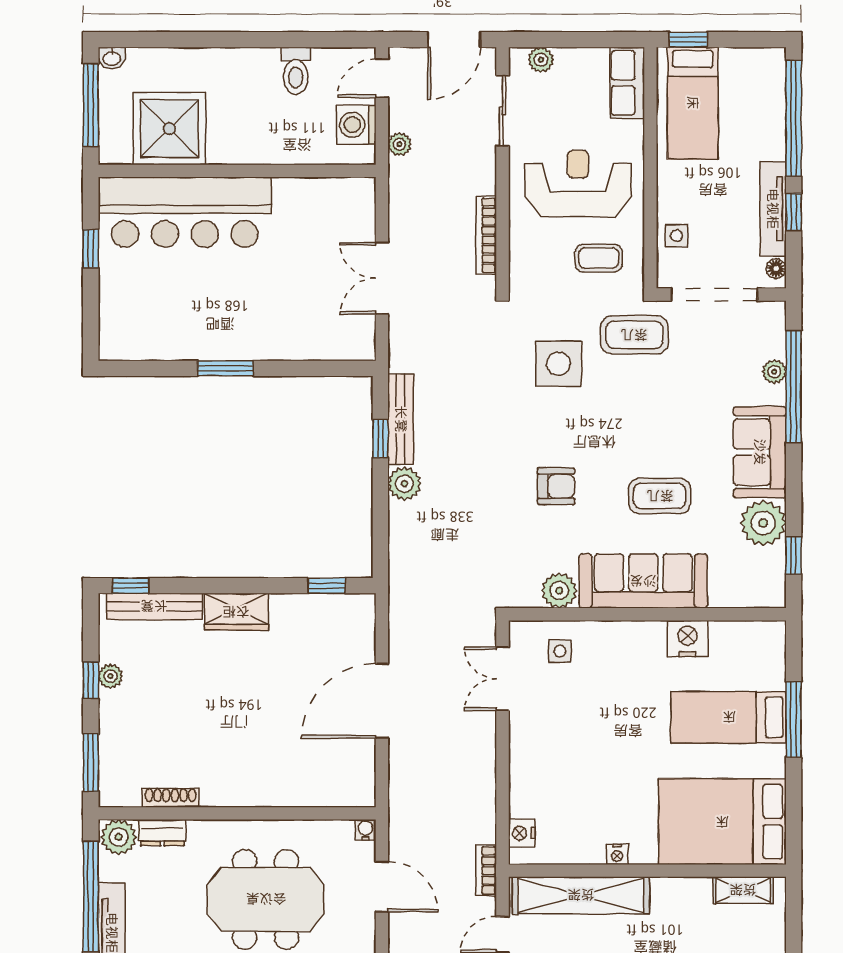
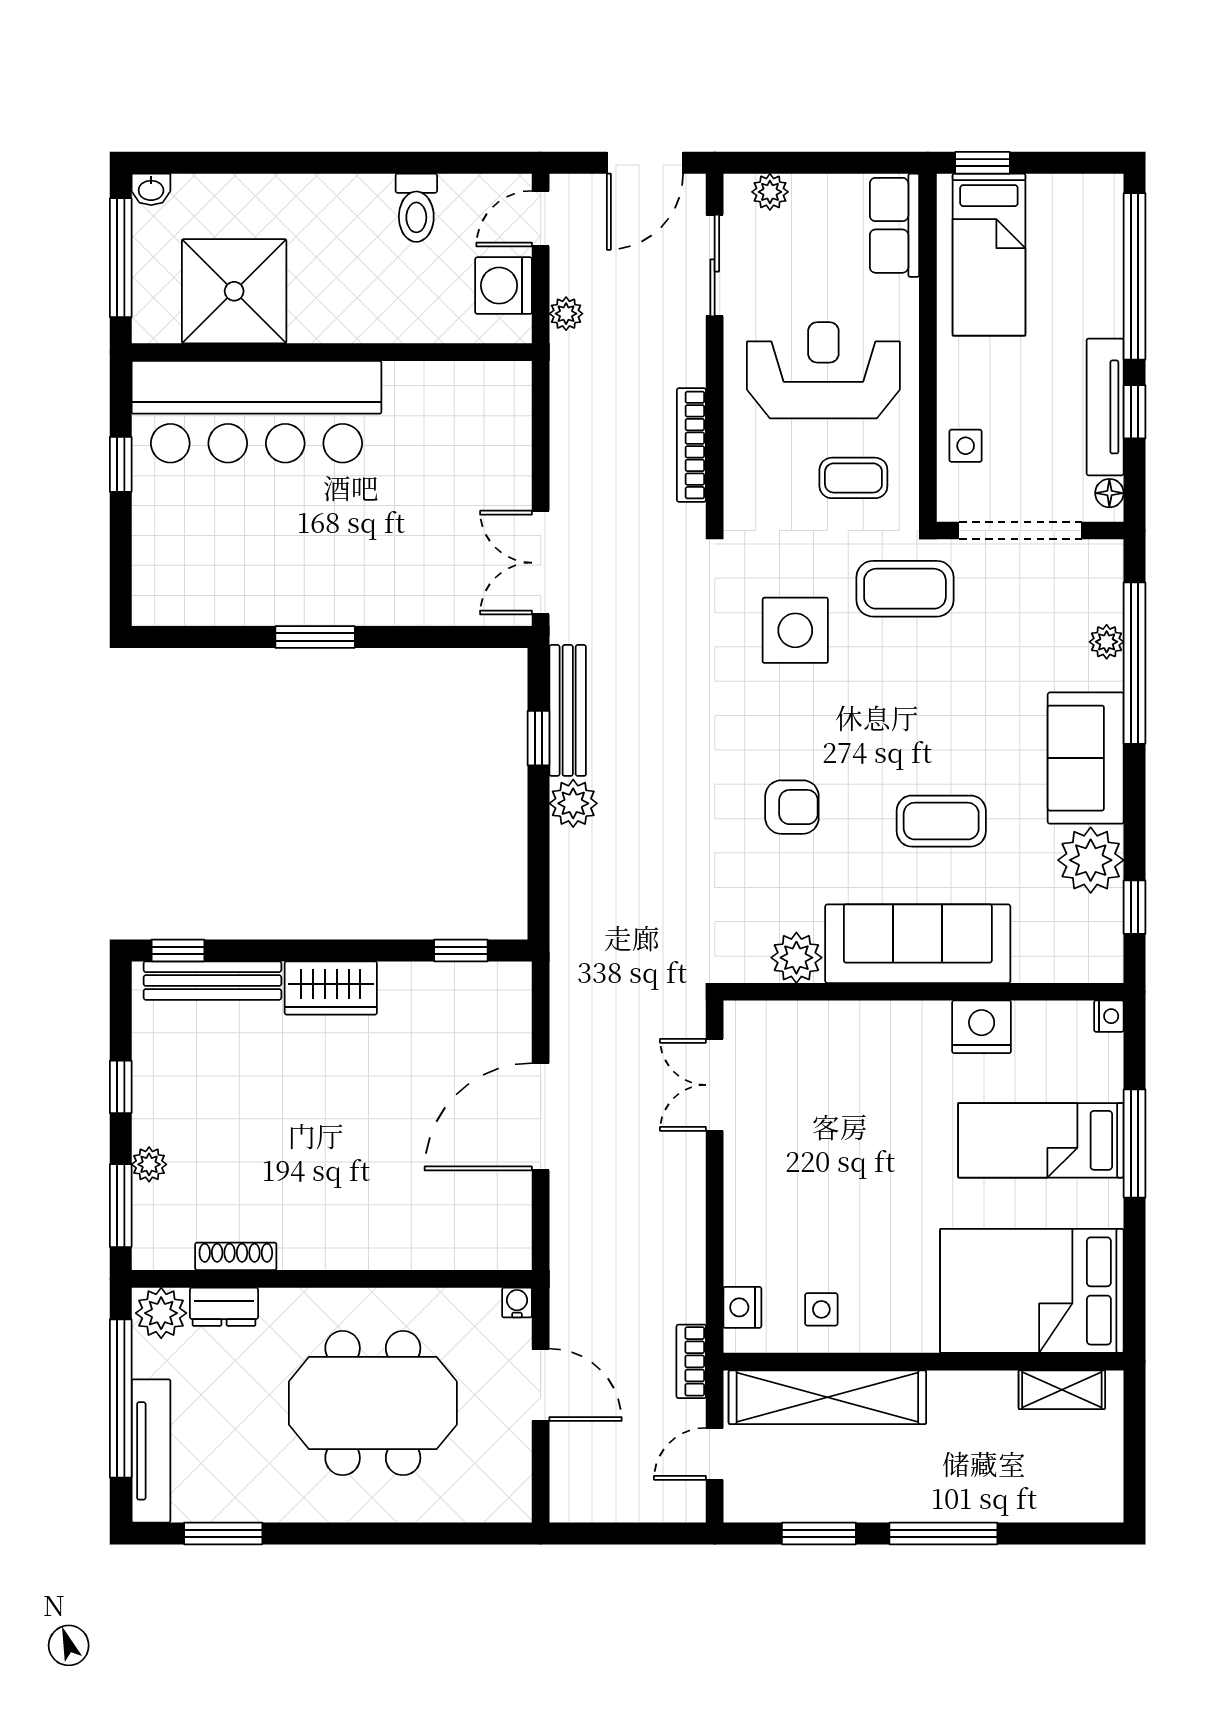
double door: (382, 278) -> (541, 563), moved
side table: (560, 651) -> (821, 1309), moved
plant: (110, 676) -> (149, 1164), moved
nightstand: (617, 854) -> (1109, 1016), moved, turned -90

